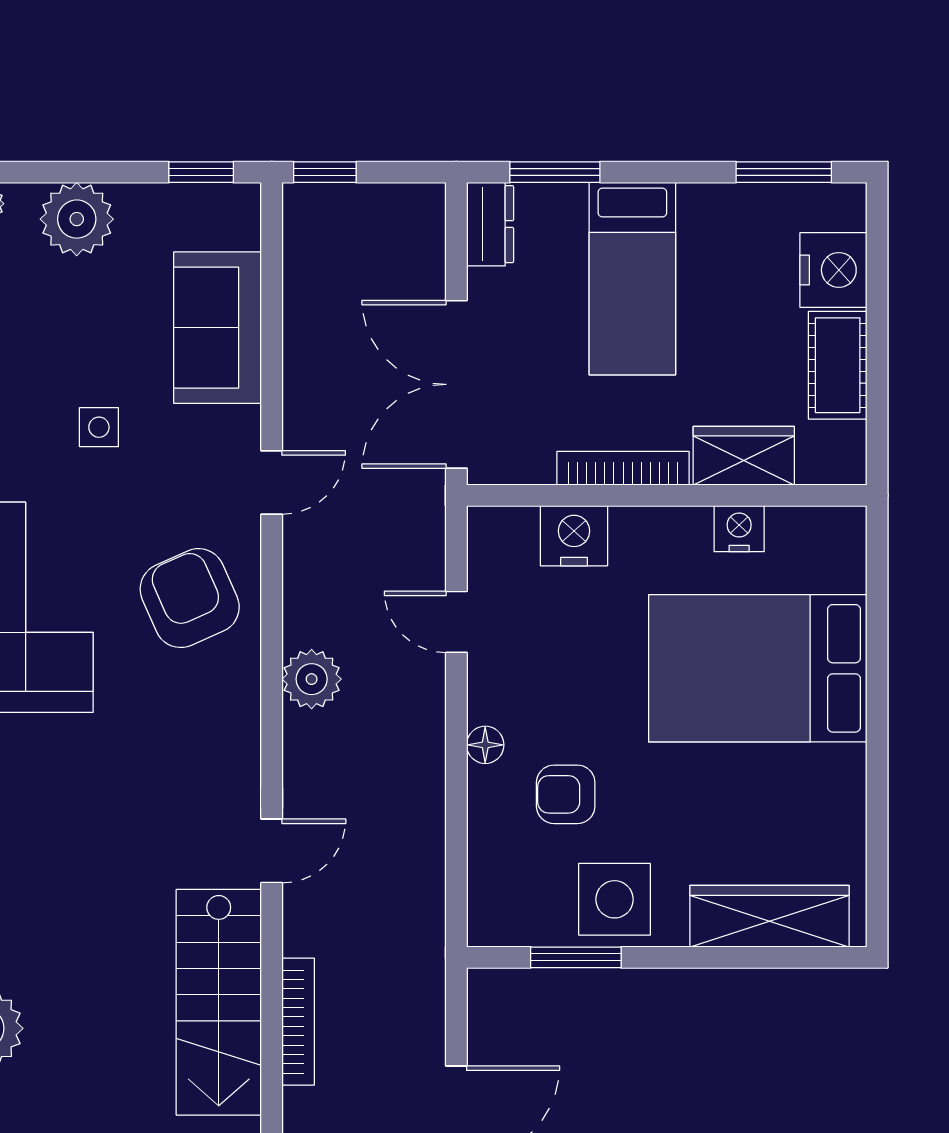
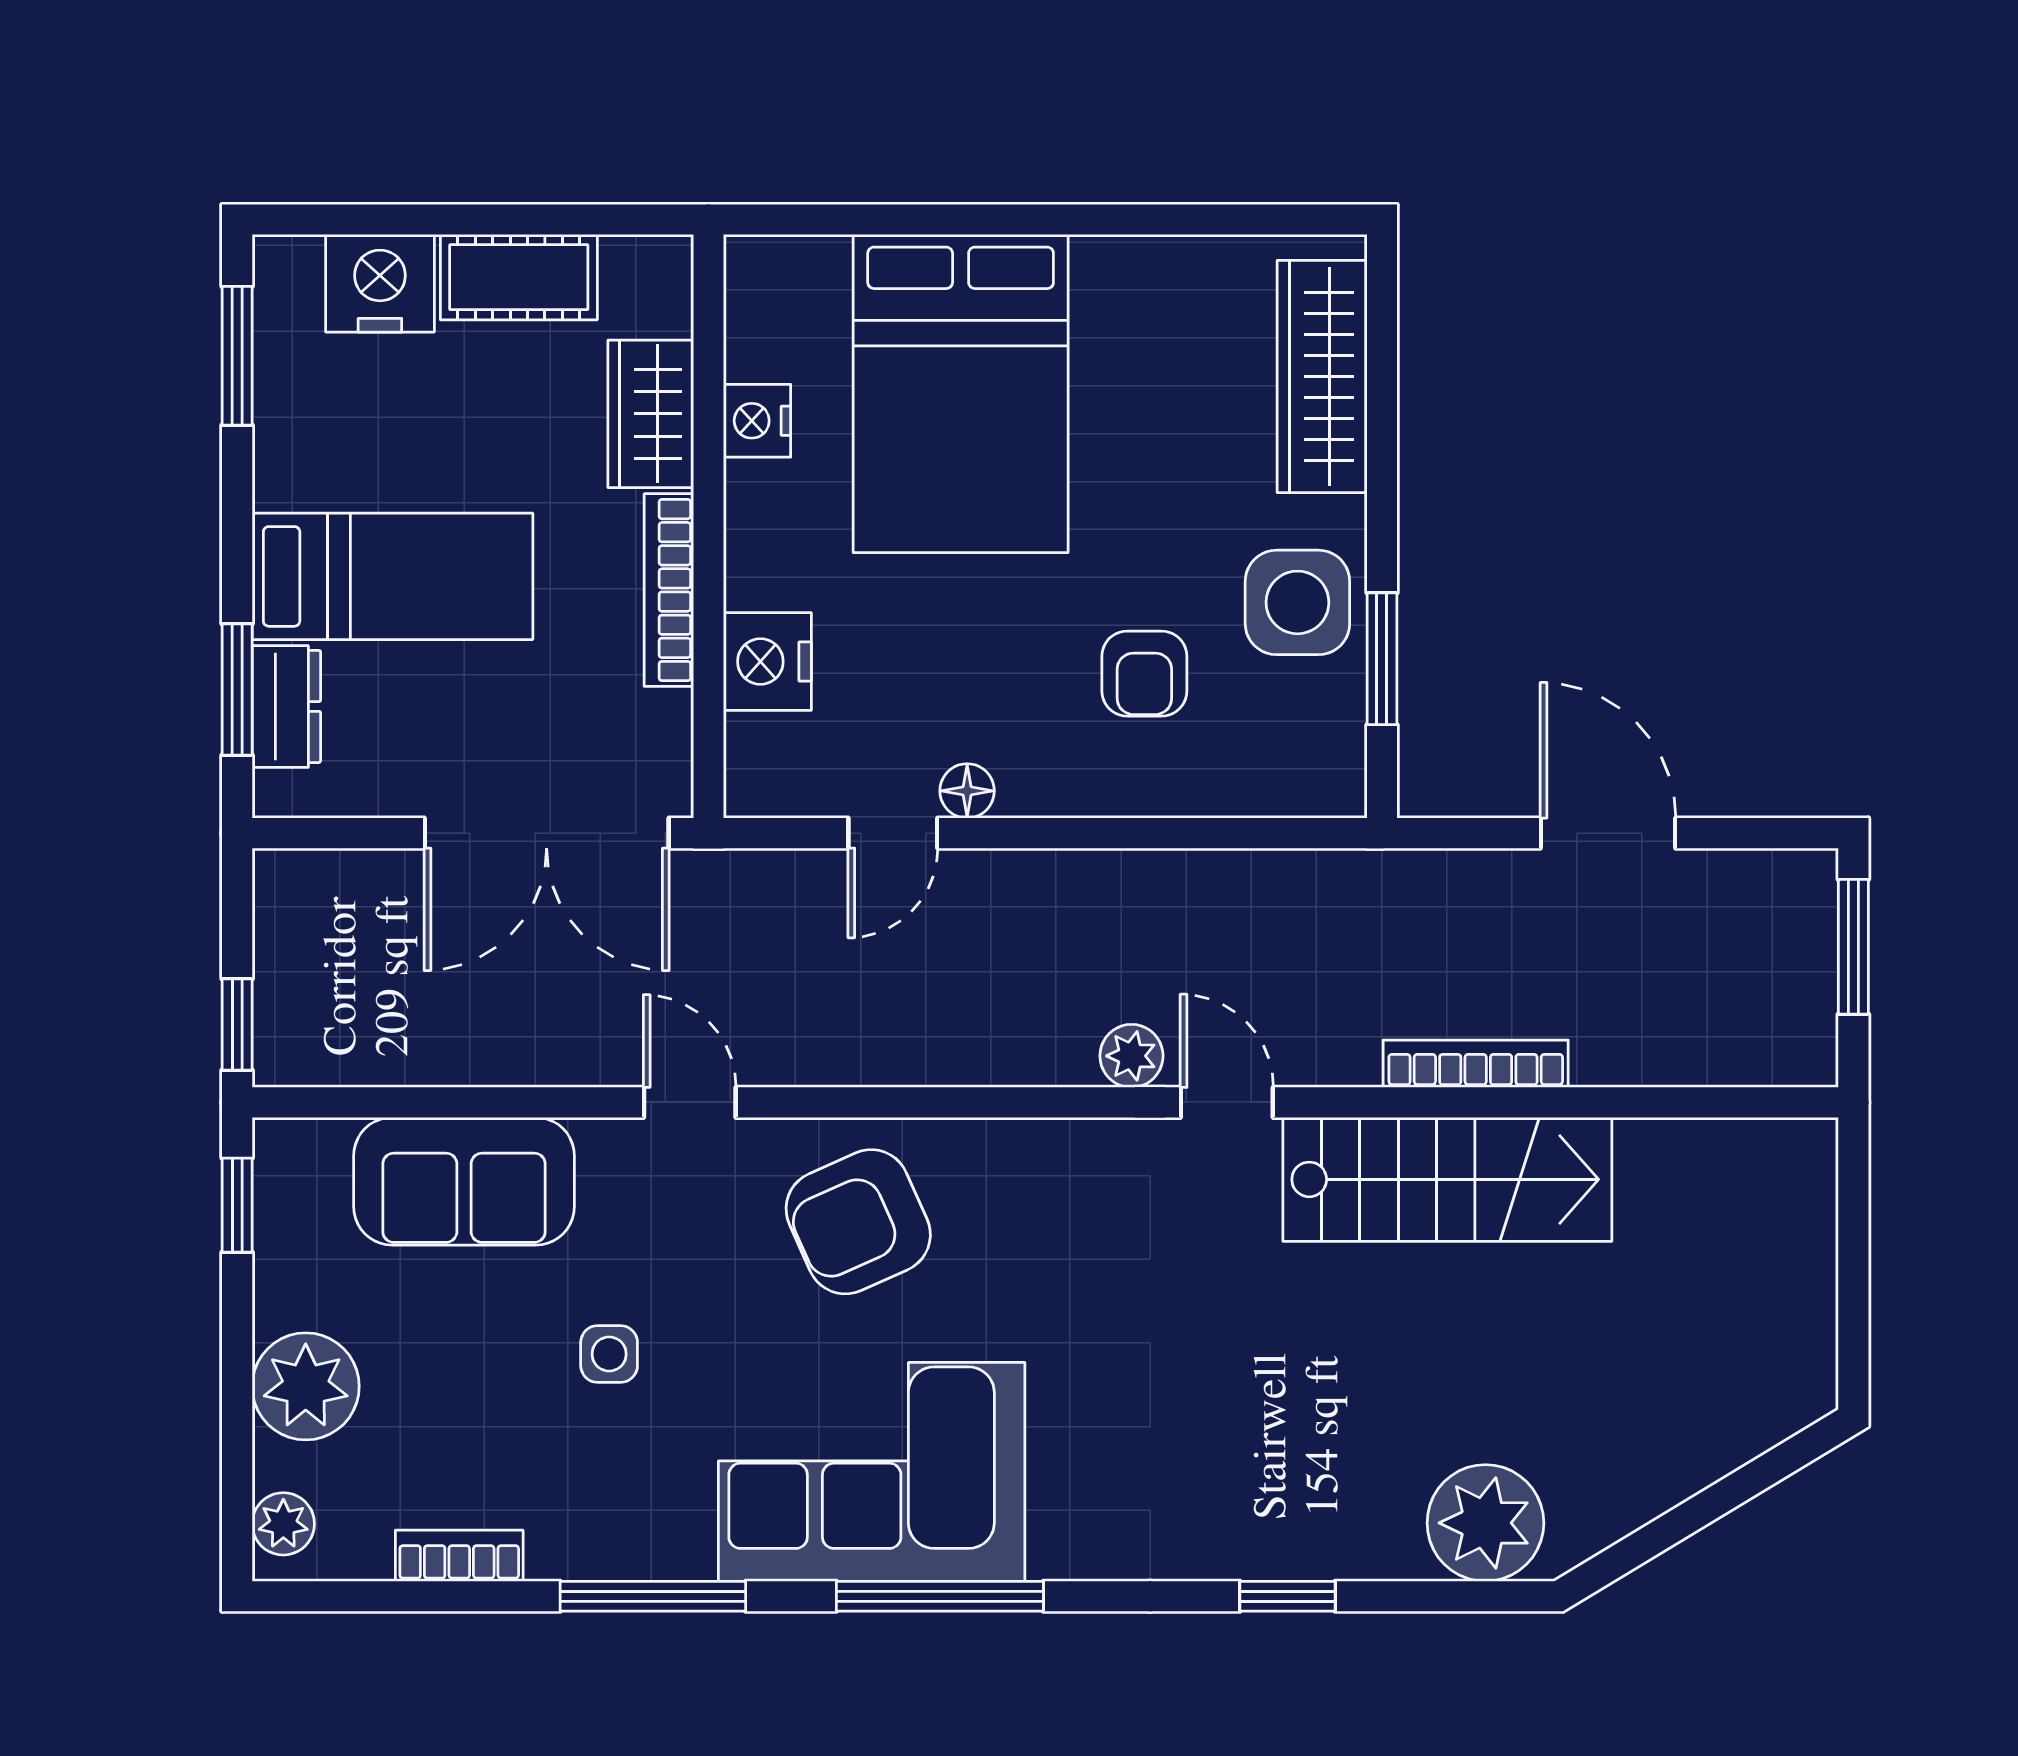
dresser: (490, 224) -> (286, 706), moved, turned 90
plant: (312, 679) -> (1131, 1056), moved, width x0.73, depth x0.73
floor lamp: (485, 745) -> (967, 791), moved

